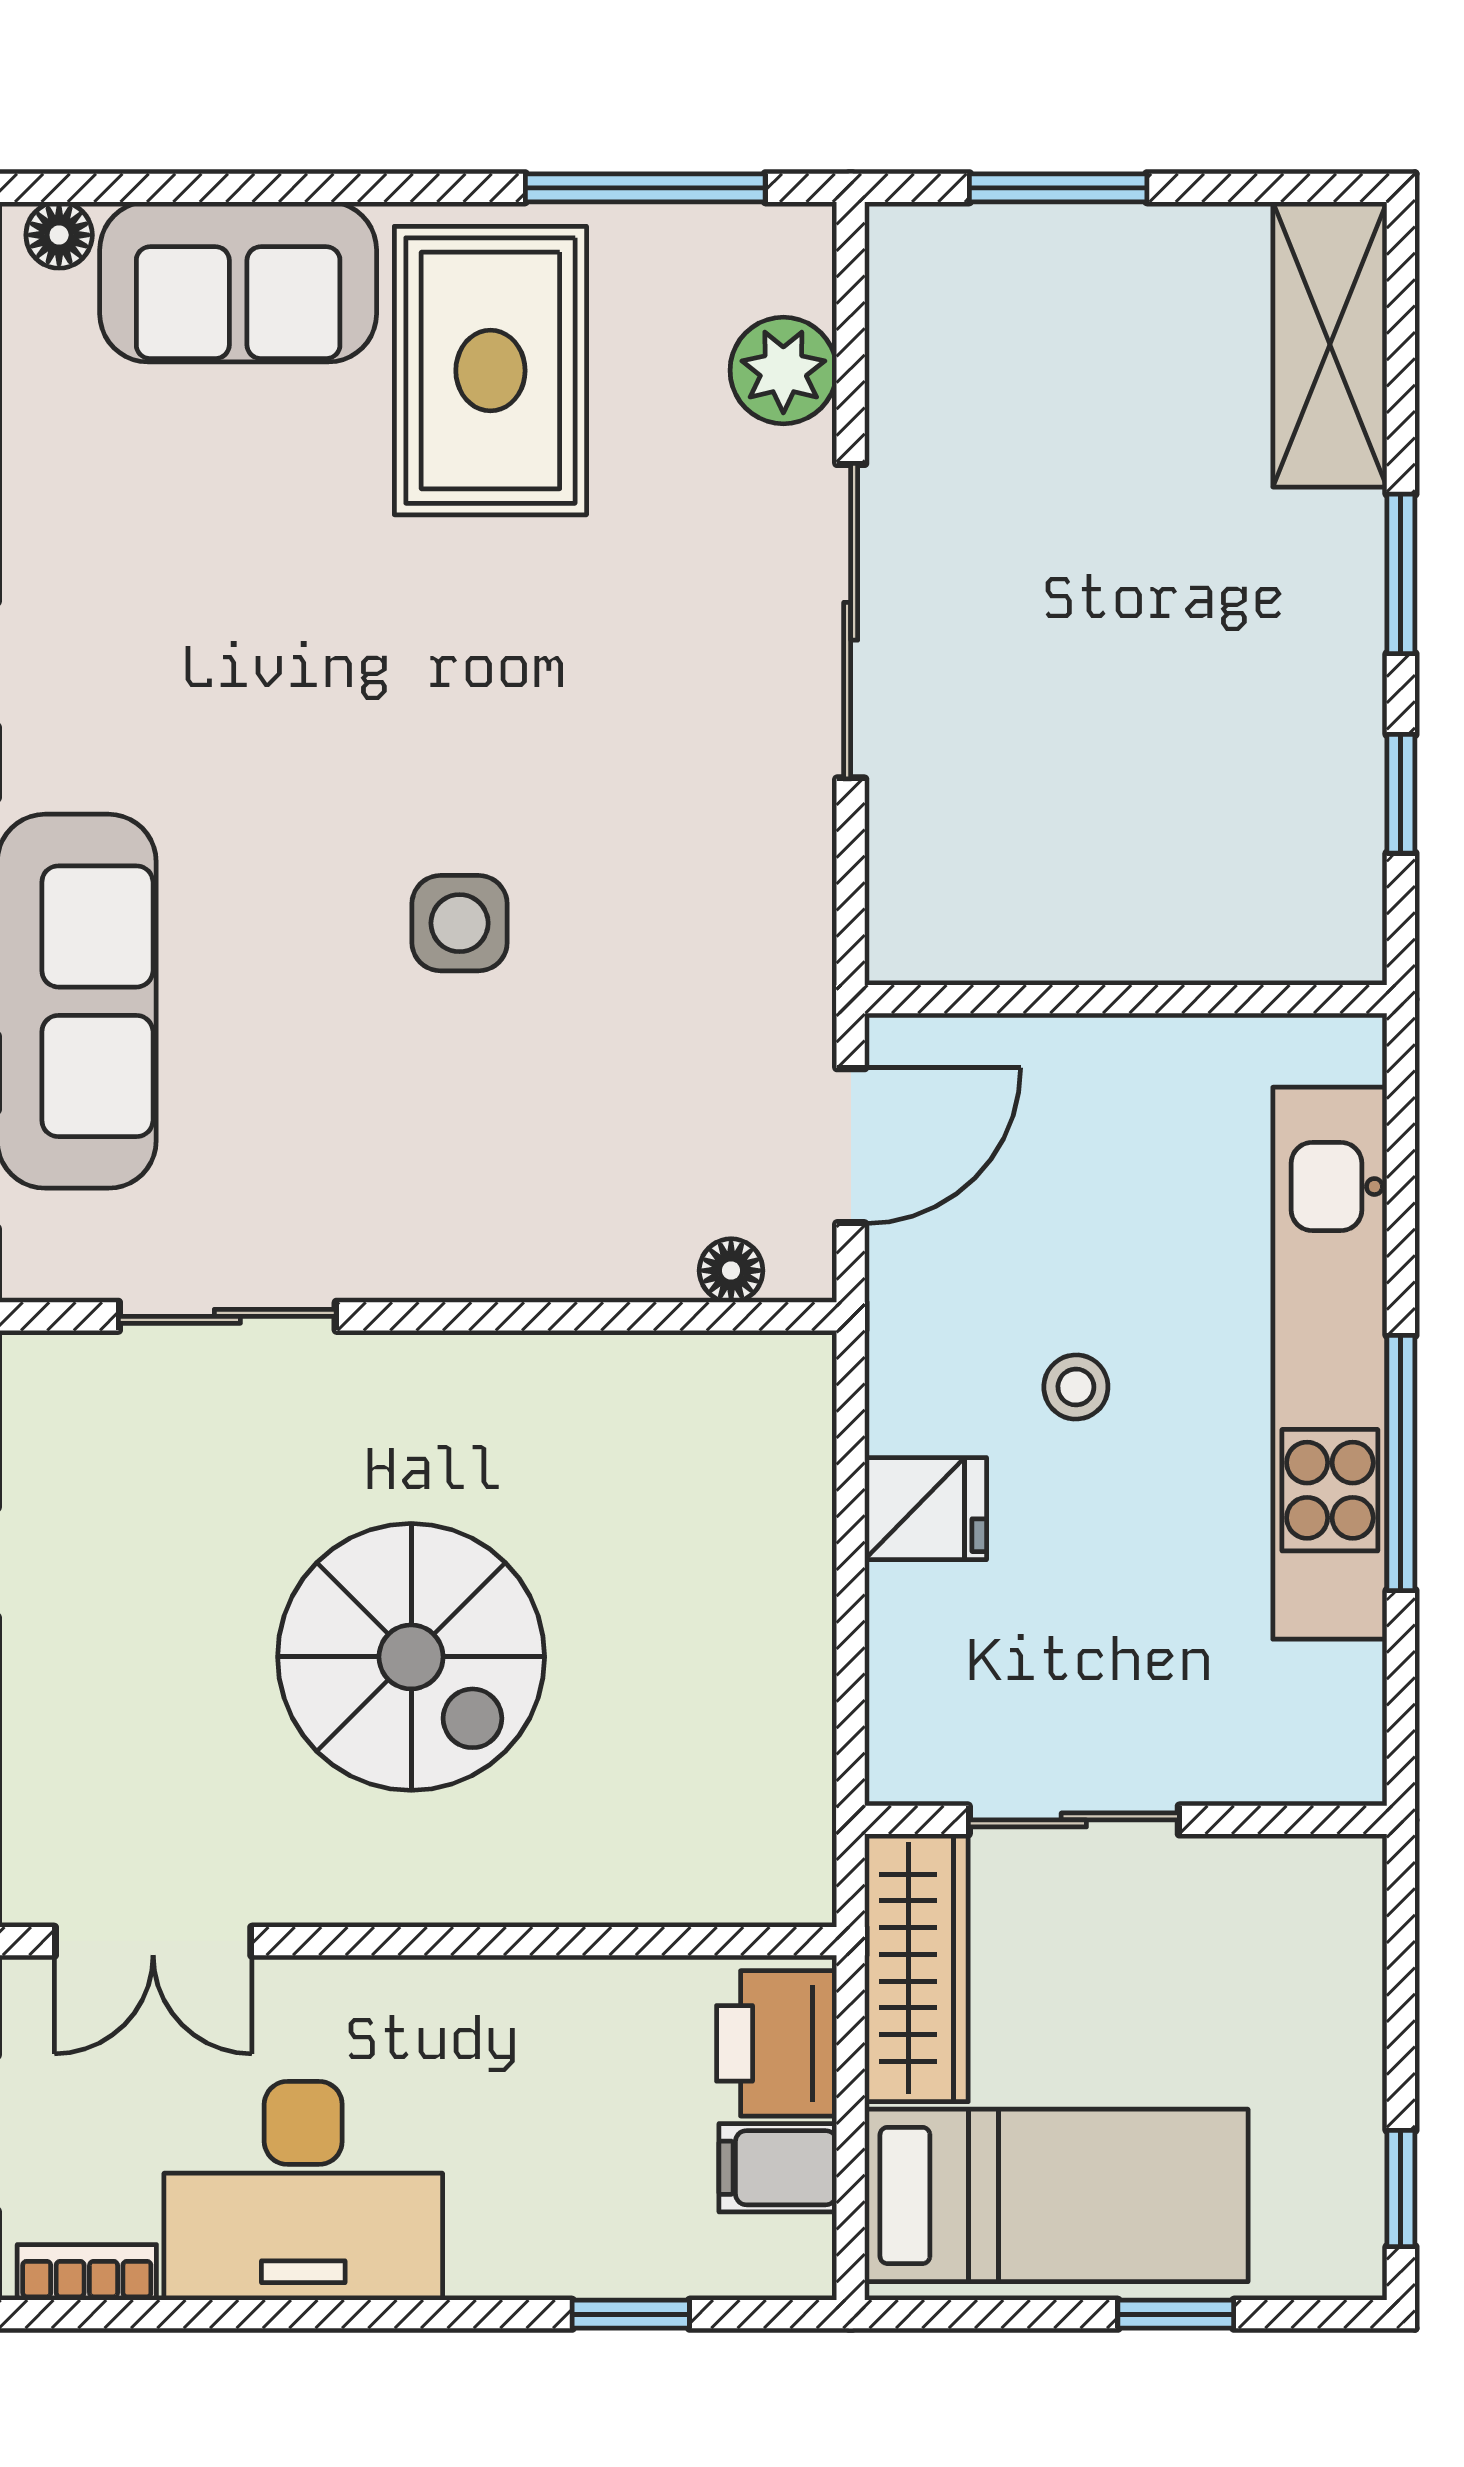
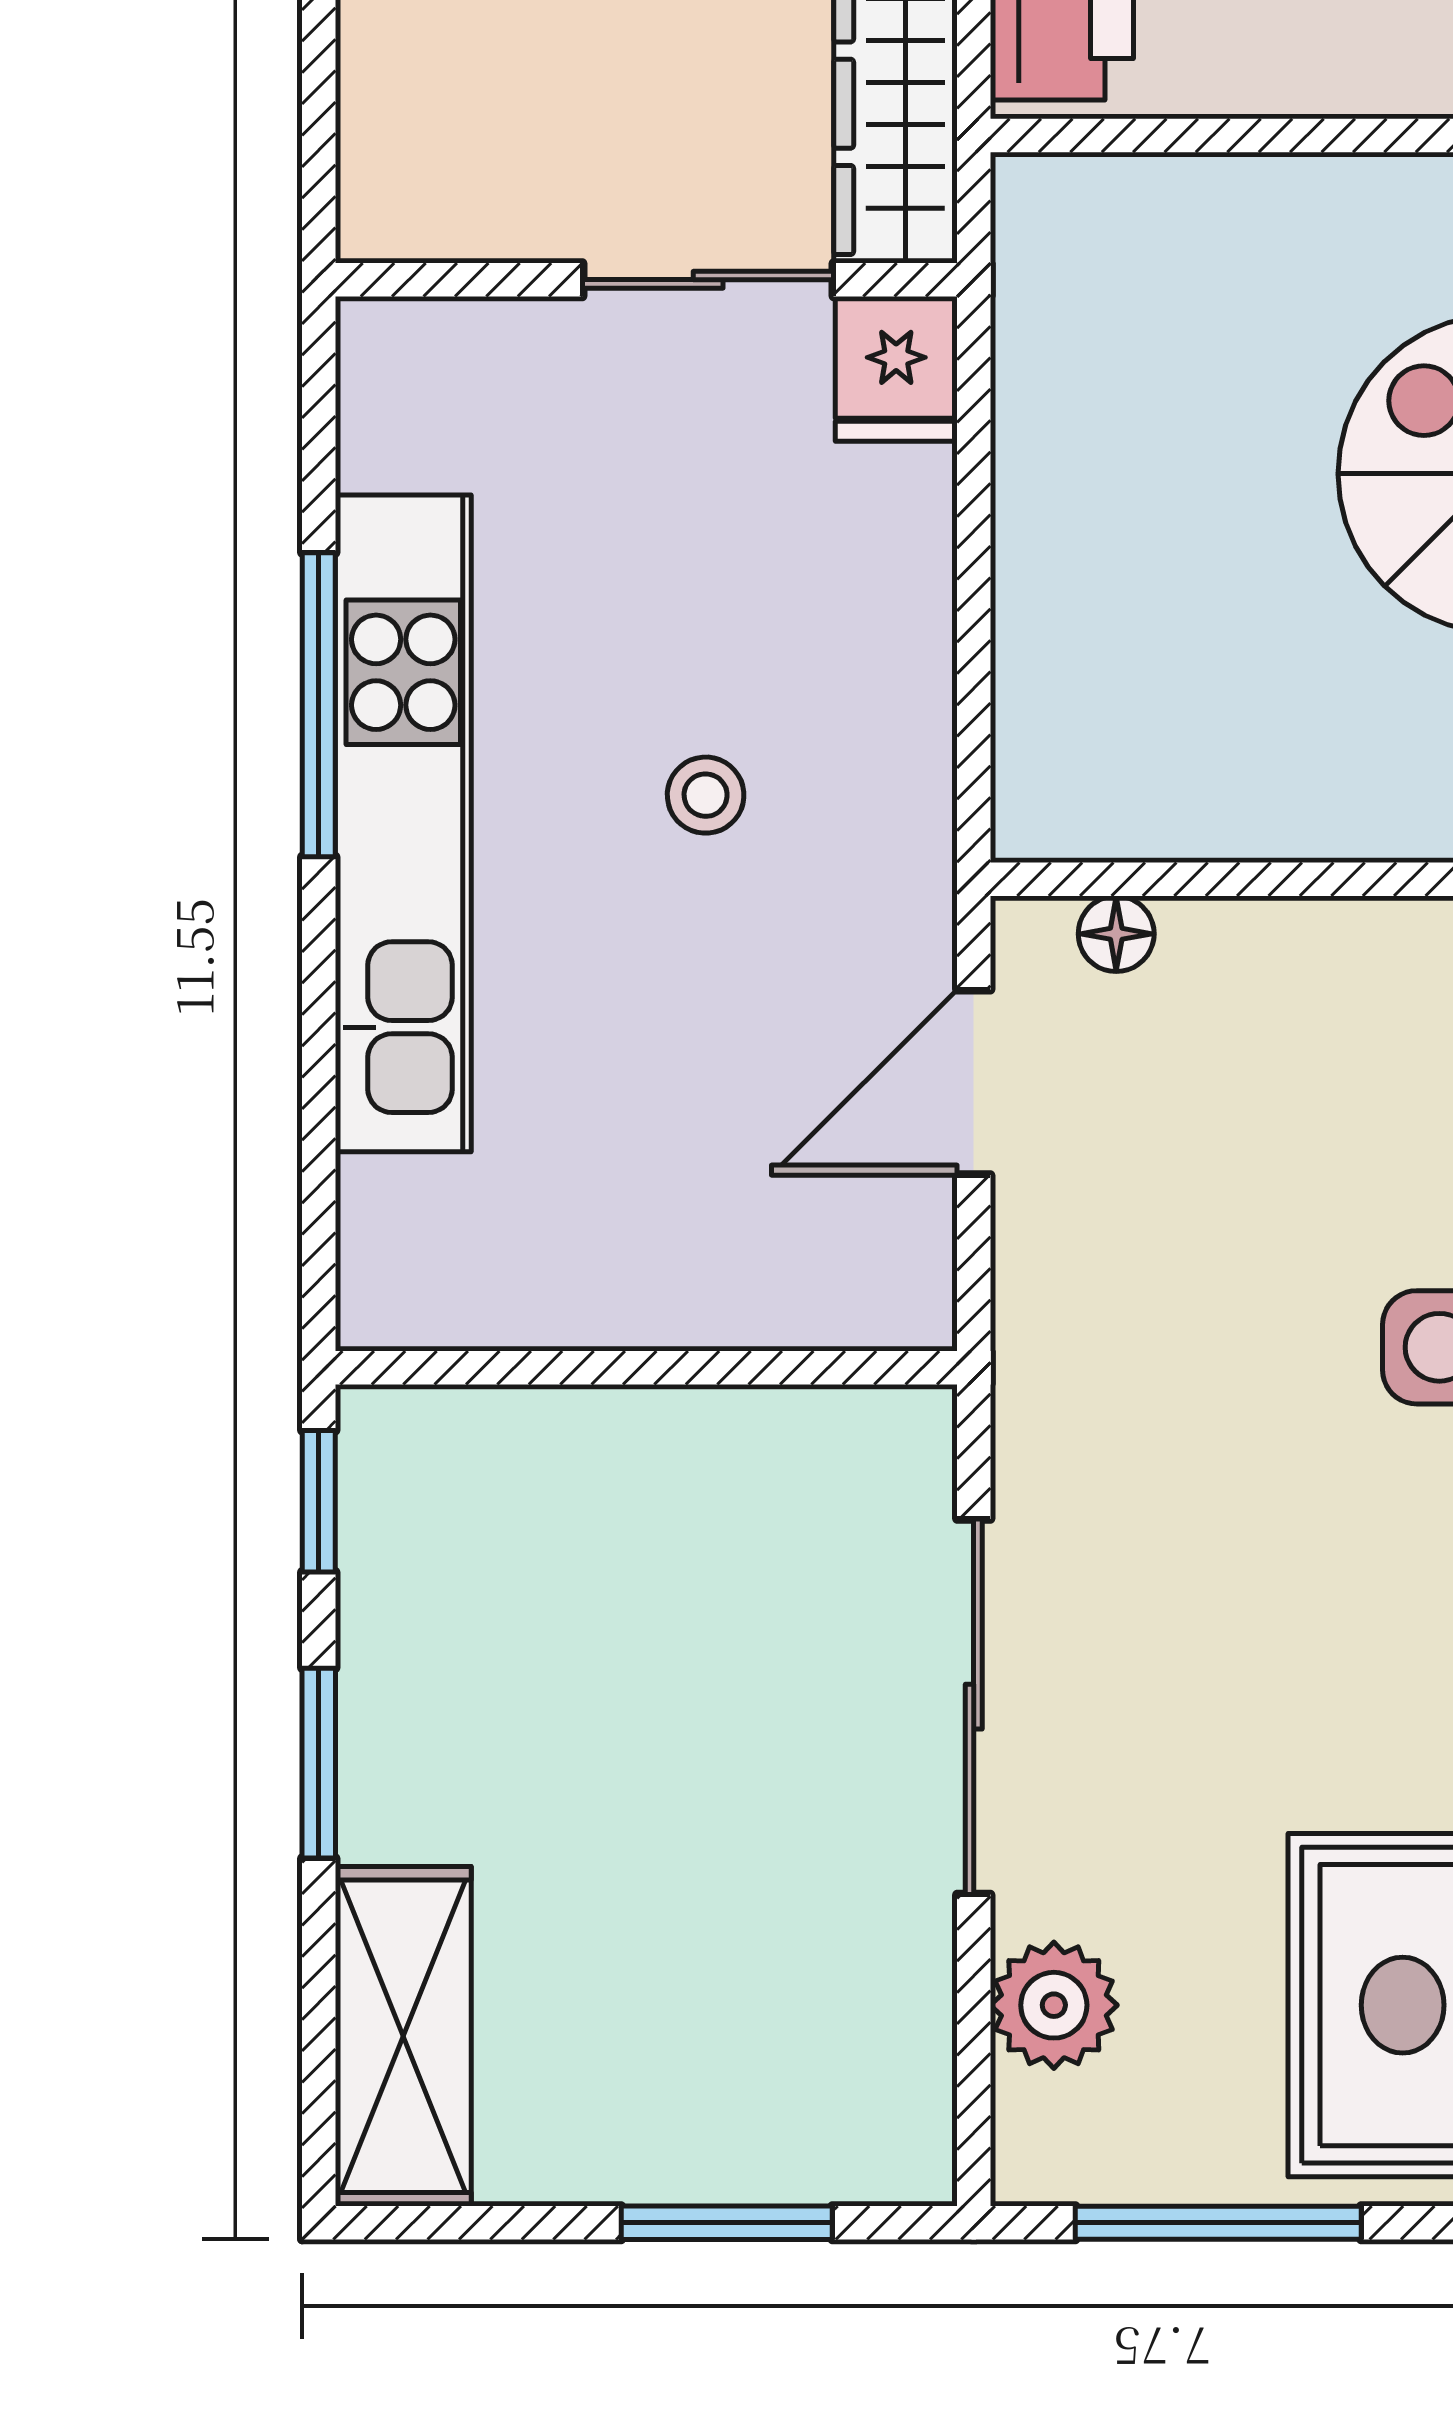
wall: (1126, 999) -> (646, 1368), moved
fridge: (926, 1509) -> (896, 369), moved, turned -90

